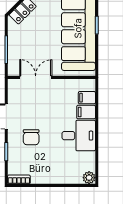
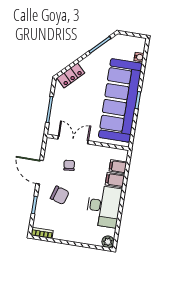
chair: (36, 104) -> (69, 165), added
desk: (79, 136) -> (104, 206), width x1.37
chair: (31, 137) -> (60, 195), turned -73

